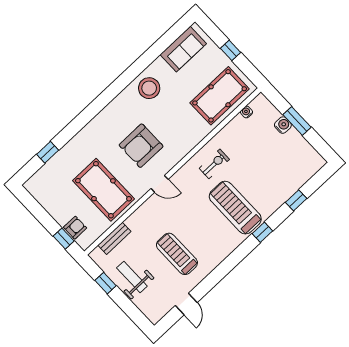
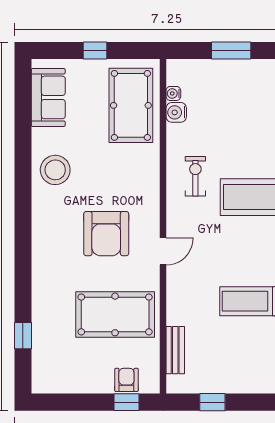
water cooler: (283, 125) -> (176, 112), moved, turned -90
weight bench: (132, 277) -> (232, 369), removed

